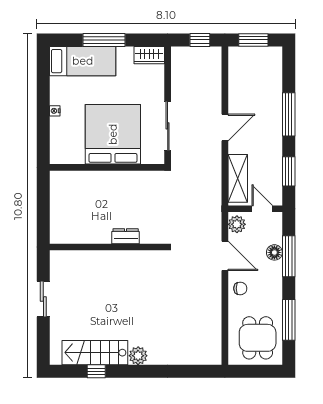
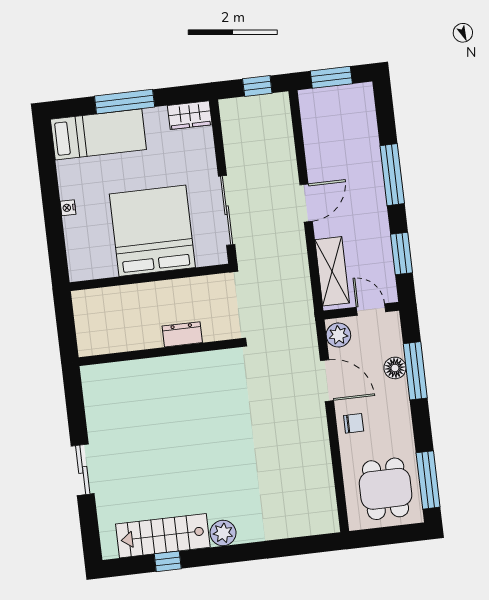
dresser: (126, 236) -> (182, 334), moved
wall: (107, 247) -> (158, 352), moved
window: (289, 320) -> (428, 480), moved

